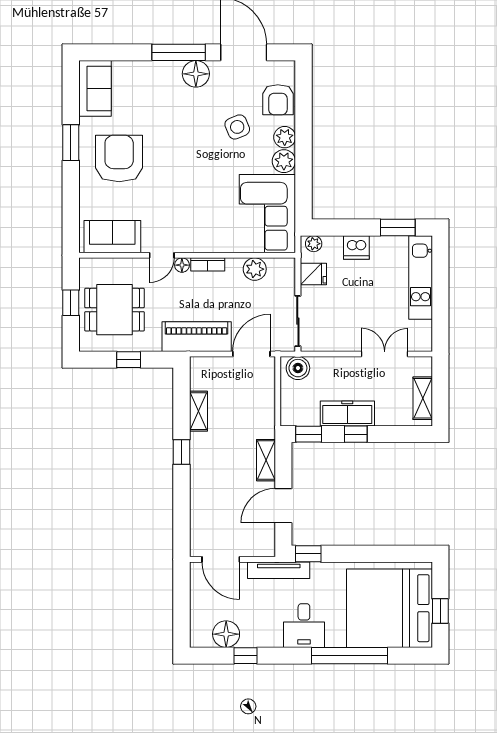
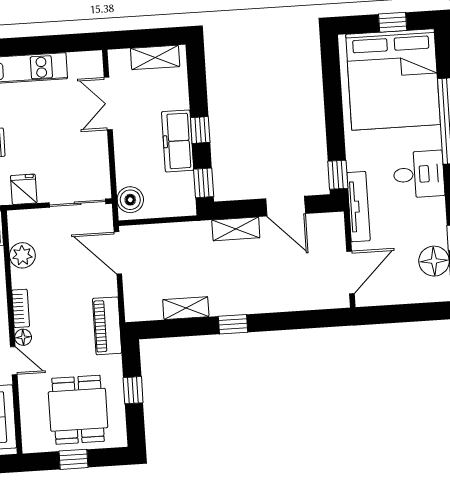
piano: (197, 337) -> (107, 326), width x0.73, depth x0.75

